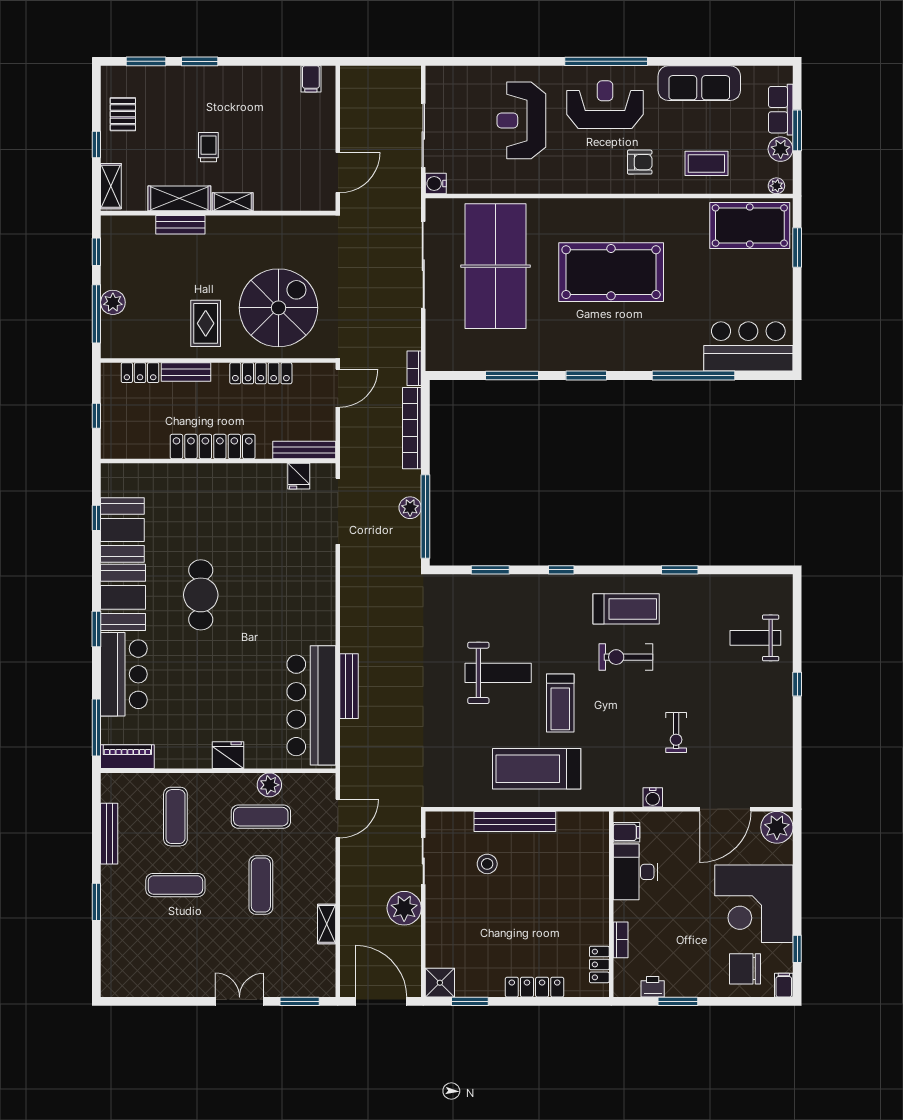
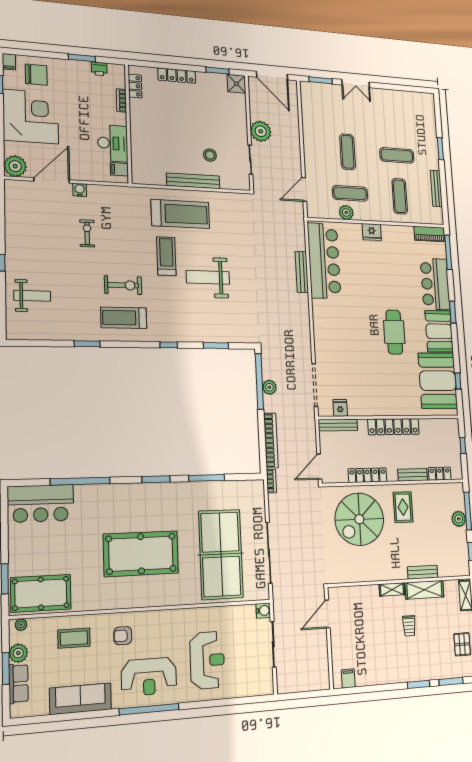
booth: (122, 530) -> (438, 381), width x1.36, depth x1.42
water cooler: (653, 797) -> (80, 190), moved
shelving: (327, 924) -> (307, 125), removed

